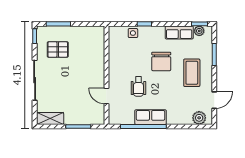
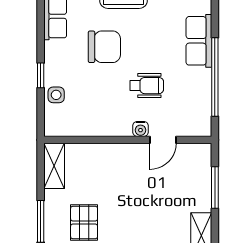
shelving: (91, 32) -> (54, 166), added
water cooler: (113, 83) -> (141, 129), added
row of seats: (151, 117) -> (199, 41), moved

